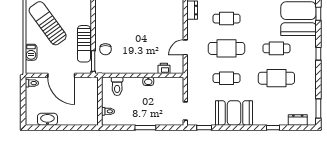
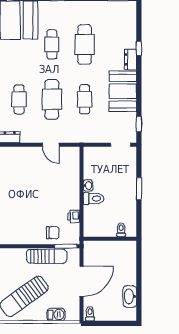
printer: (164, 68) -> (74, 217), moved
toilet: (117, 86) -> (94, 199), moved
dresser: (298, 120) -> (131, 59), moved

